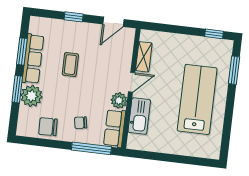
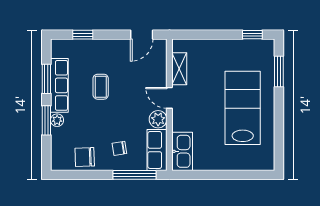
window: (74, 17) -> (83, 35), moved
door: (132, 82) -> (169, 98), swing flipped
plant: (31, 96) -> (57, 120), width x0.53, depth x0.53
kitchen sink: (139, 116) -> (182, 151), moved

